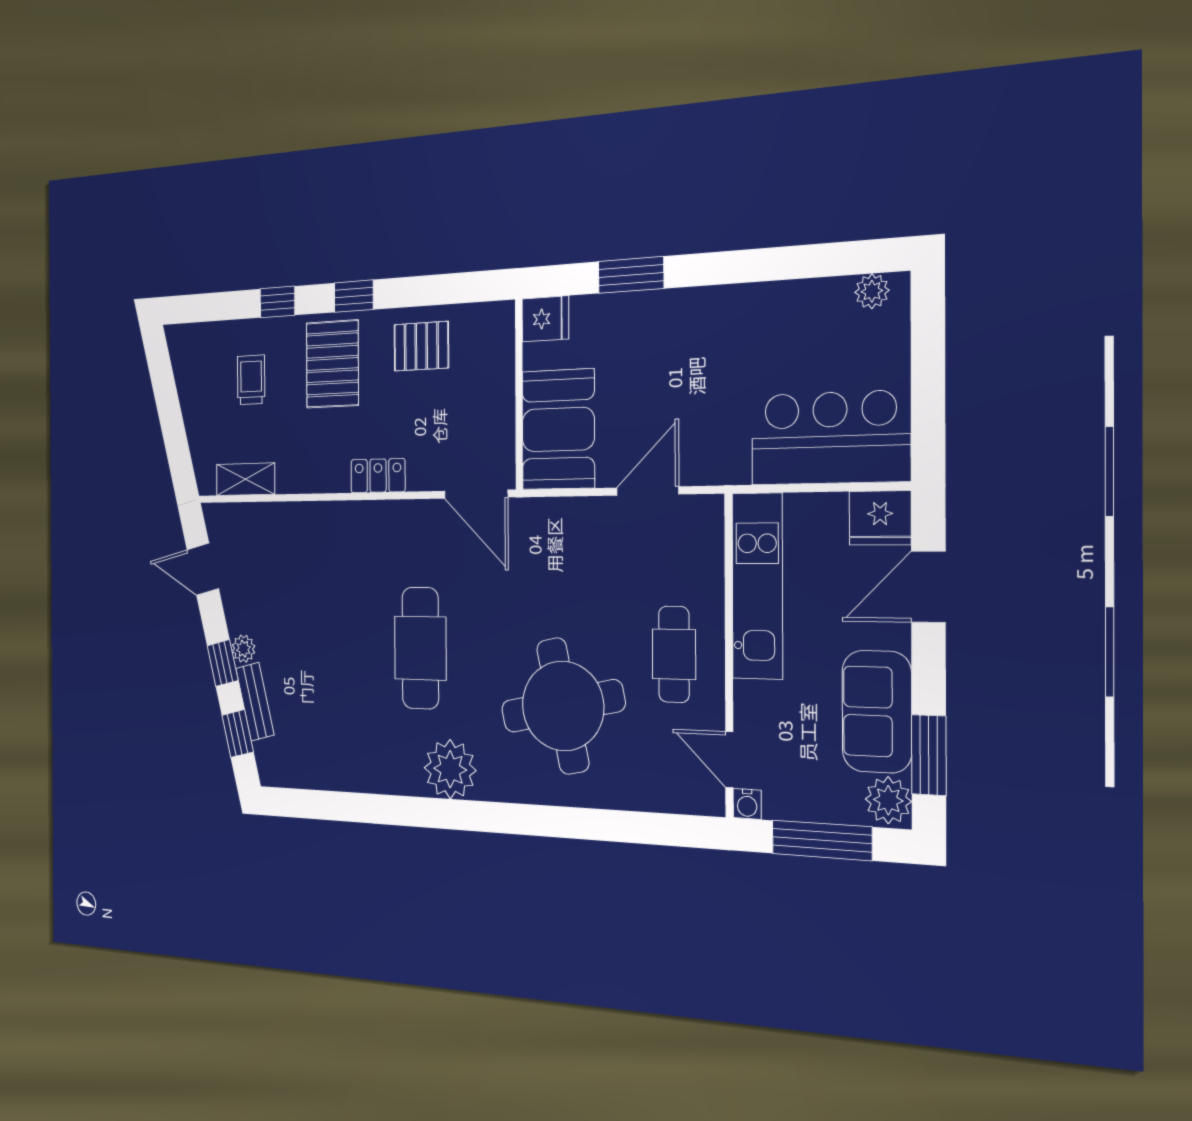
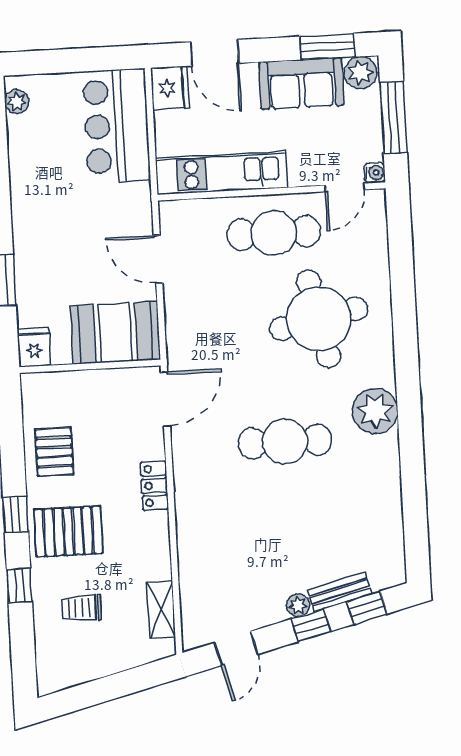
cafe table: (674, 654) -> (274, 233), width x1.37, depth x1.35

